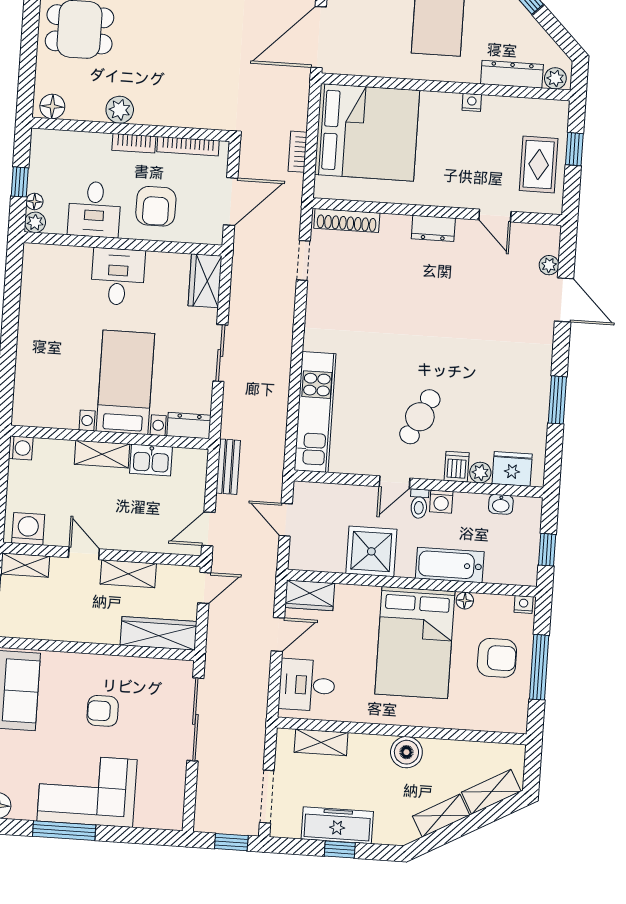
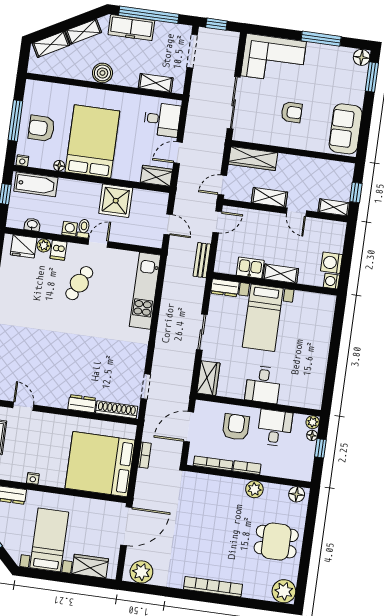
dresser: (433, 228) -> (82, 404), moved
washing machine: (28, 529) -> (331, 263), moved, turned 90
bathtub: (450, 565) -> (36, 184), moved
corner sofa: (87, 790) -> (273, 59), moved
freezer: (337, 825) -> (131, 28), moved
window: (340, 849) -> (149, 15), width x3.17

